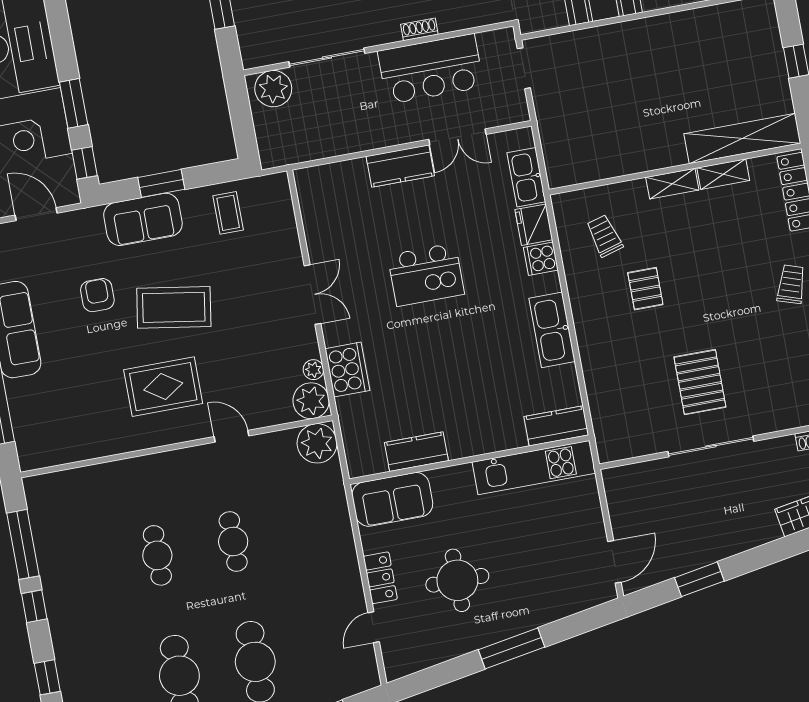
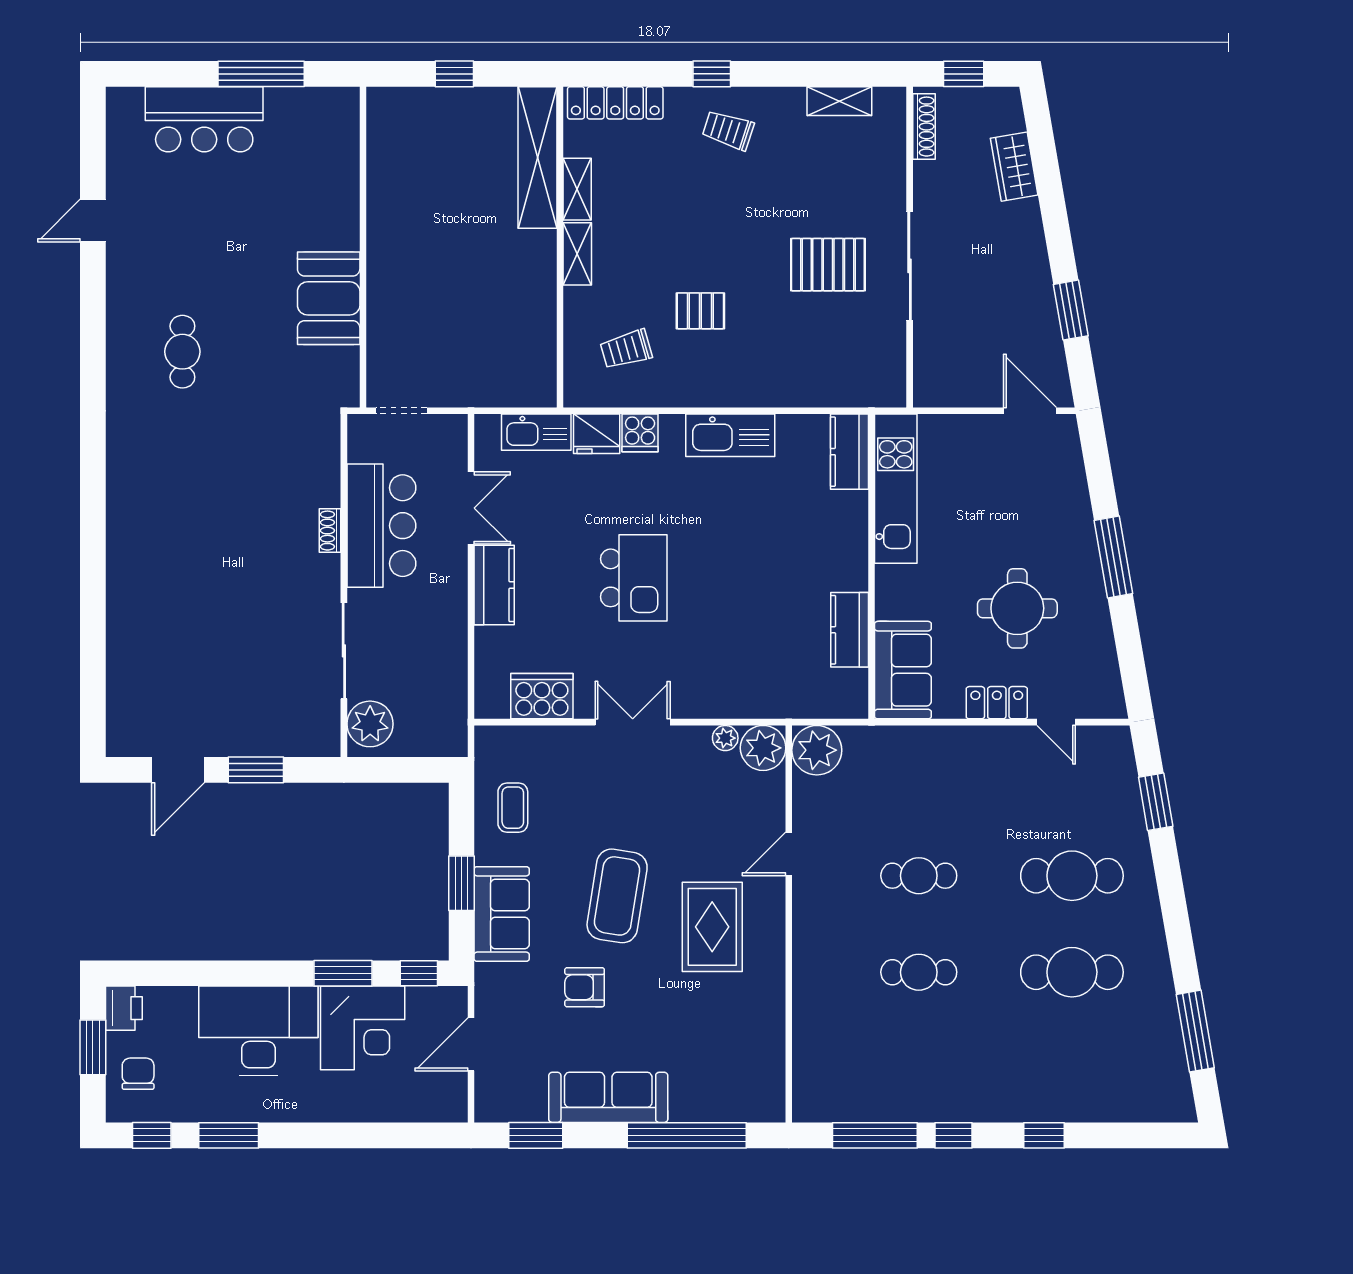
coffee table: (228, 213) -> (513, 808), turned 90
cooker: (347, 370) -> (542, 696), moved

